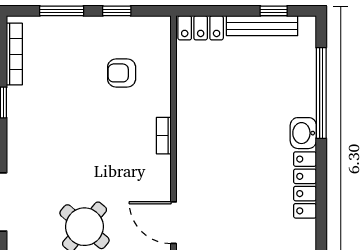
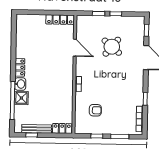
shower: (300, 99) -> (21, 98), added
locker: (305, 185) -> (20, 67), width x0.66

